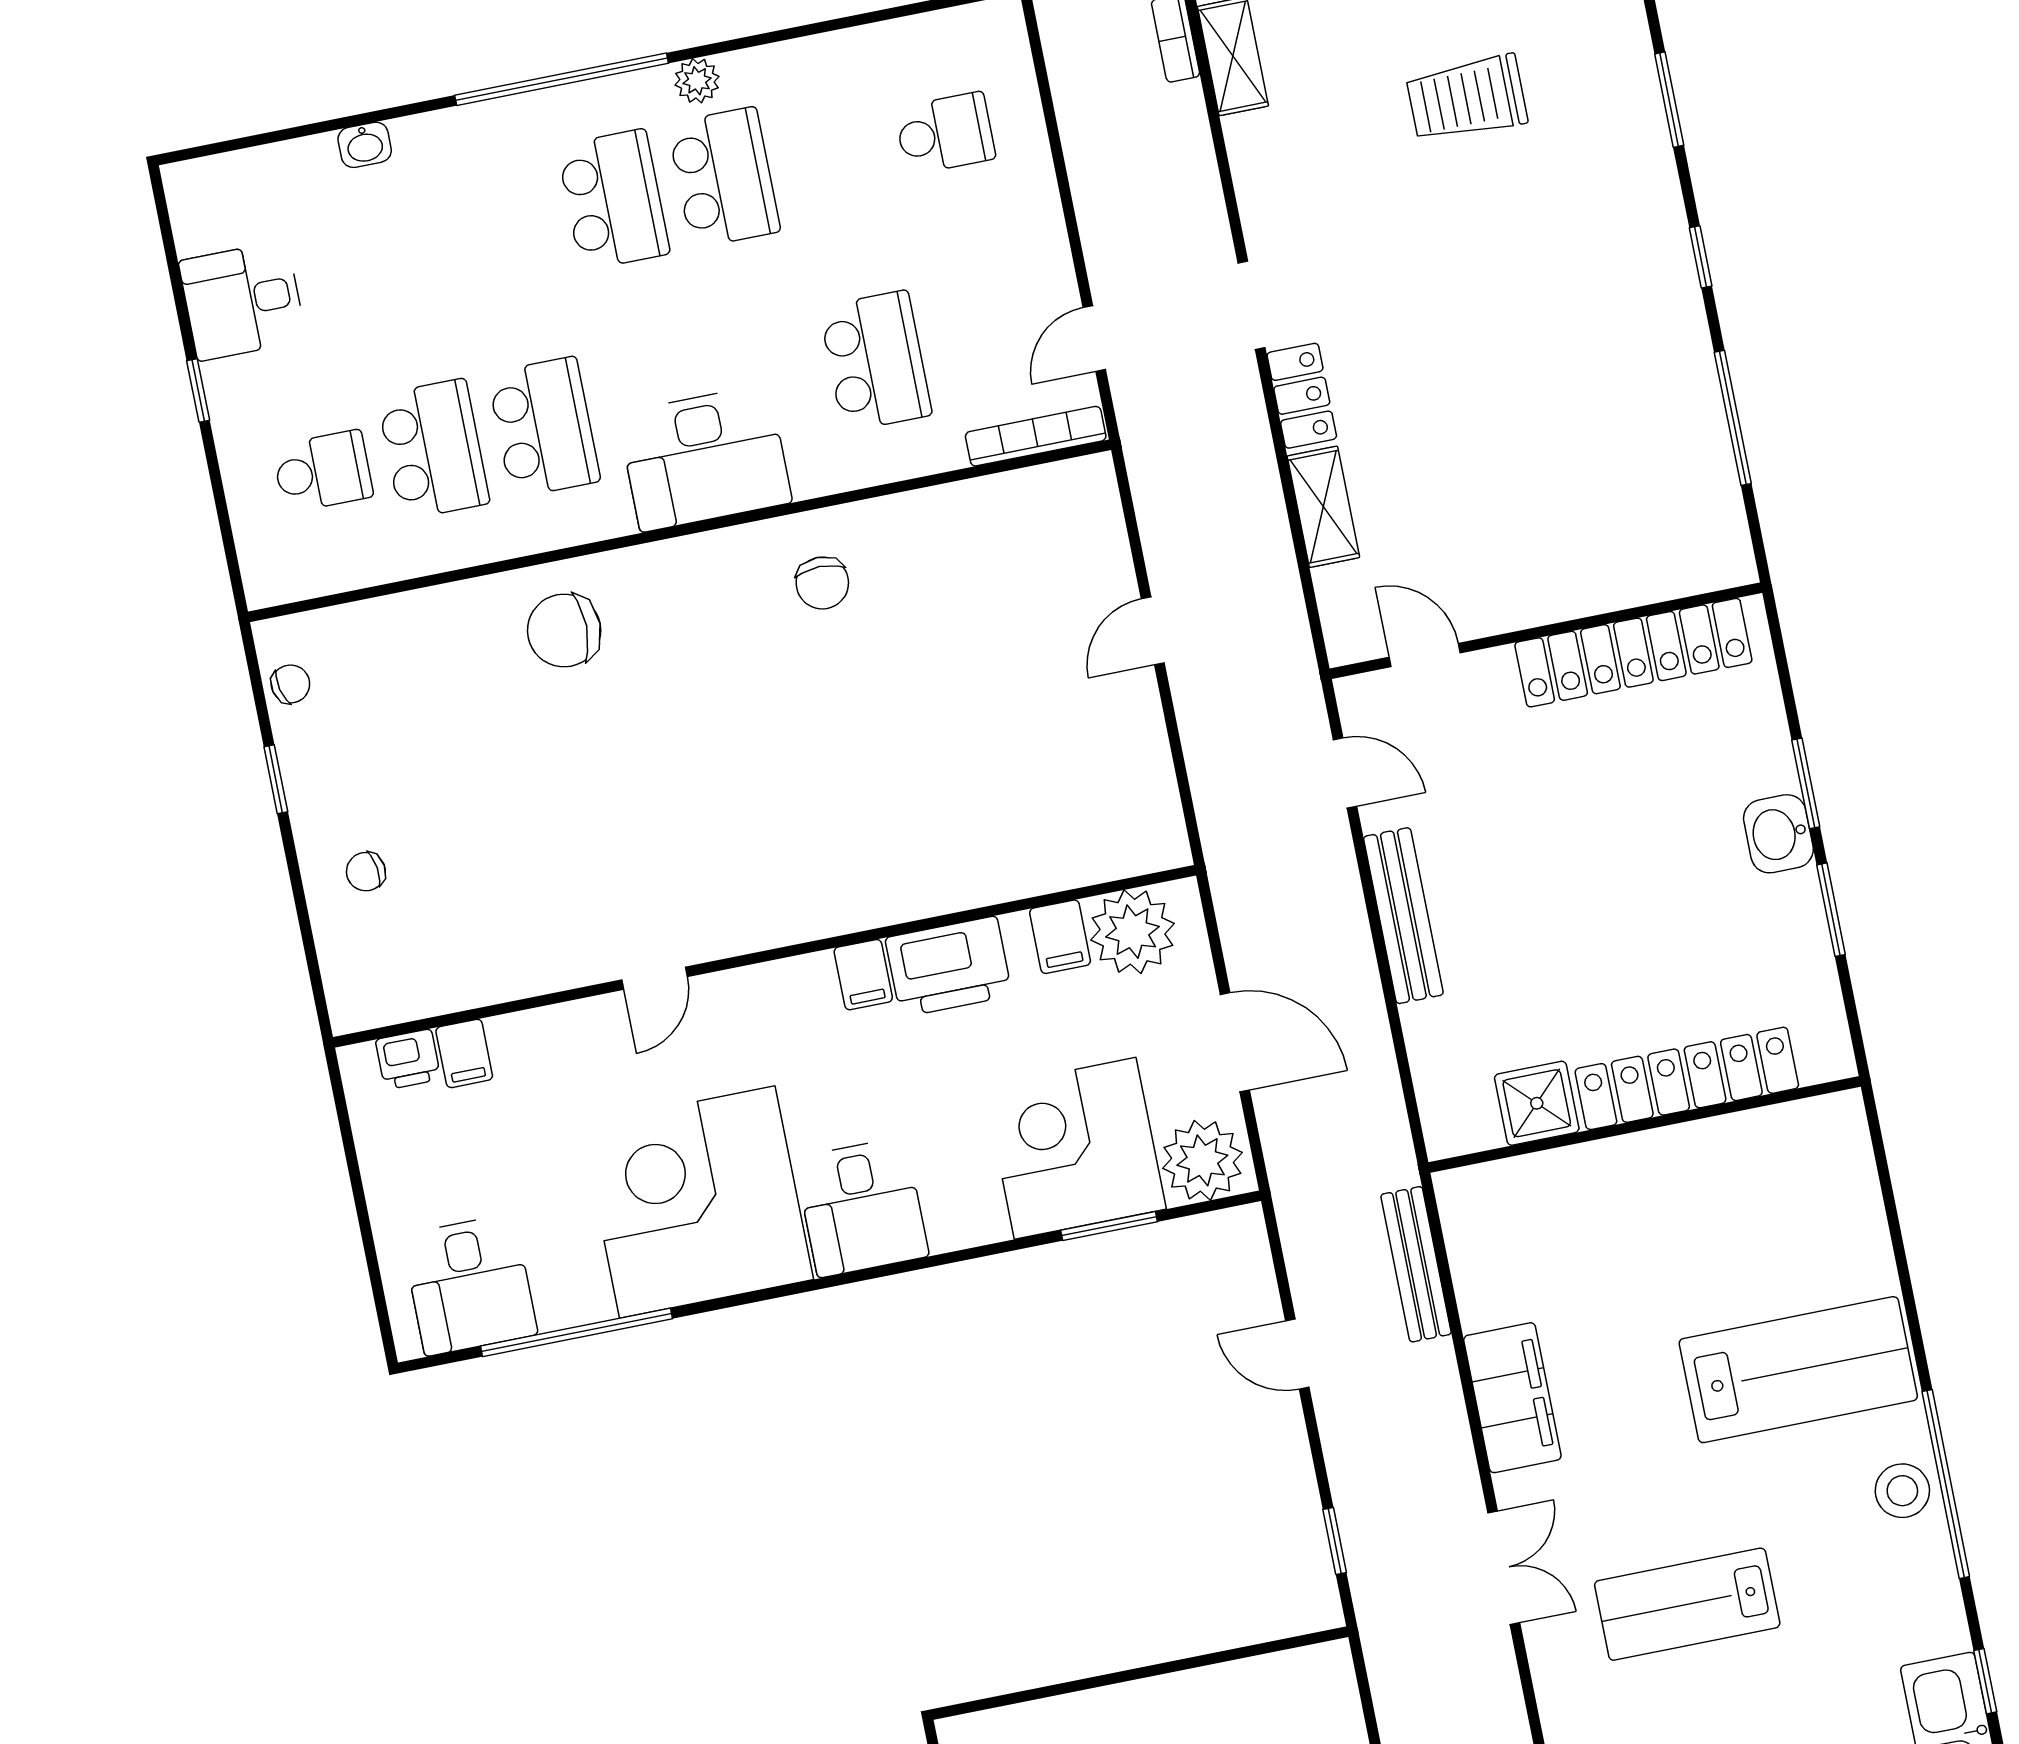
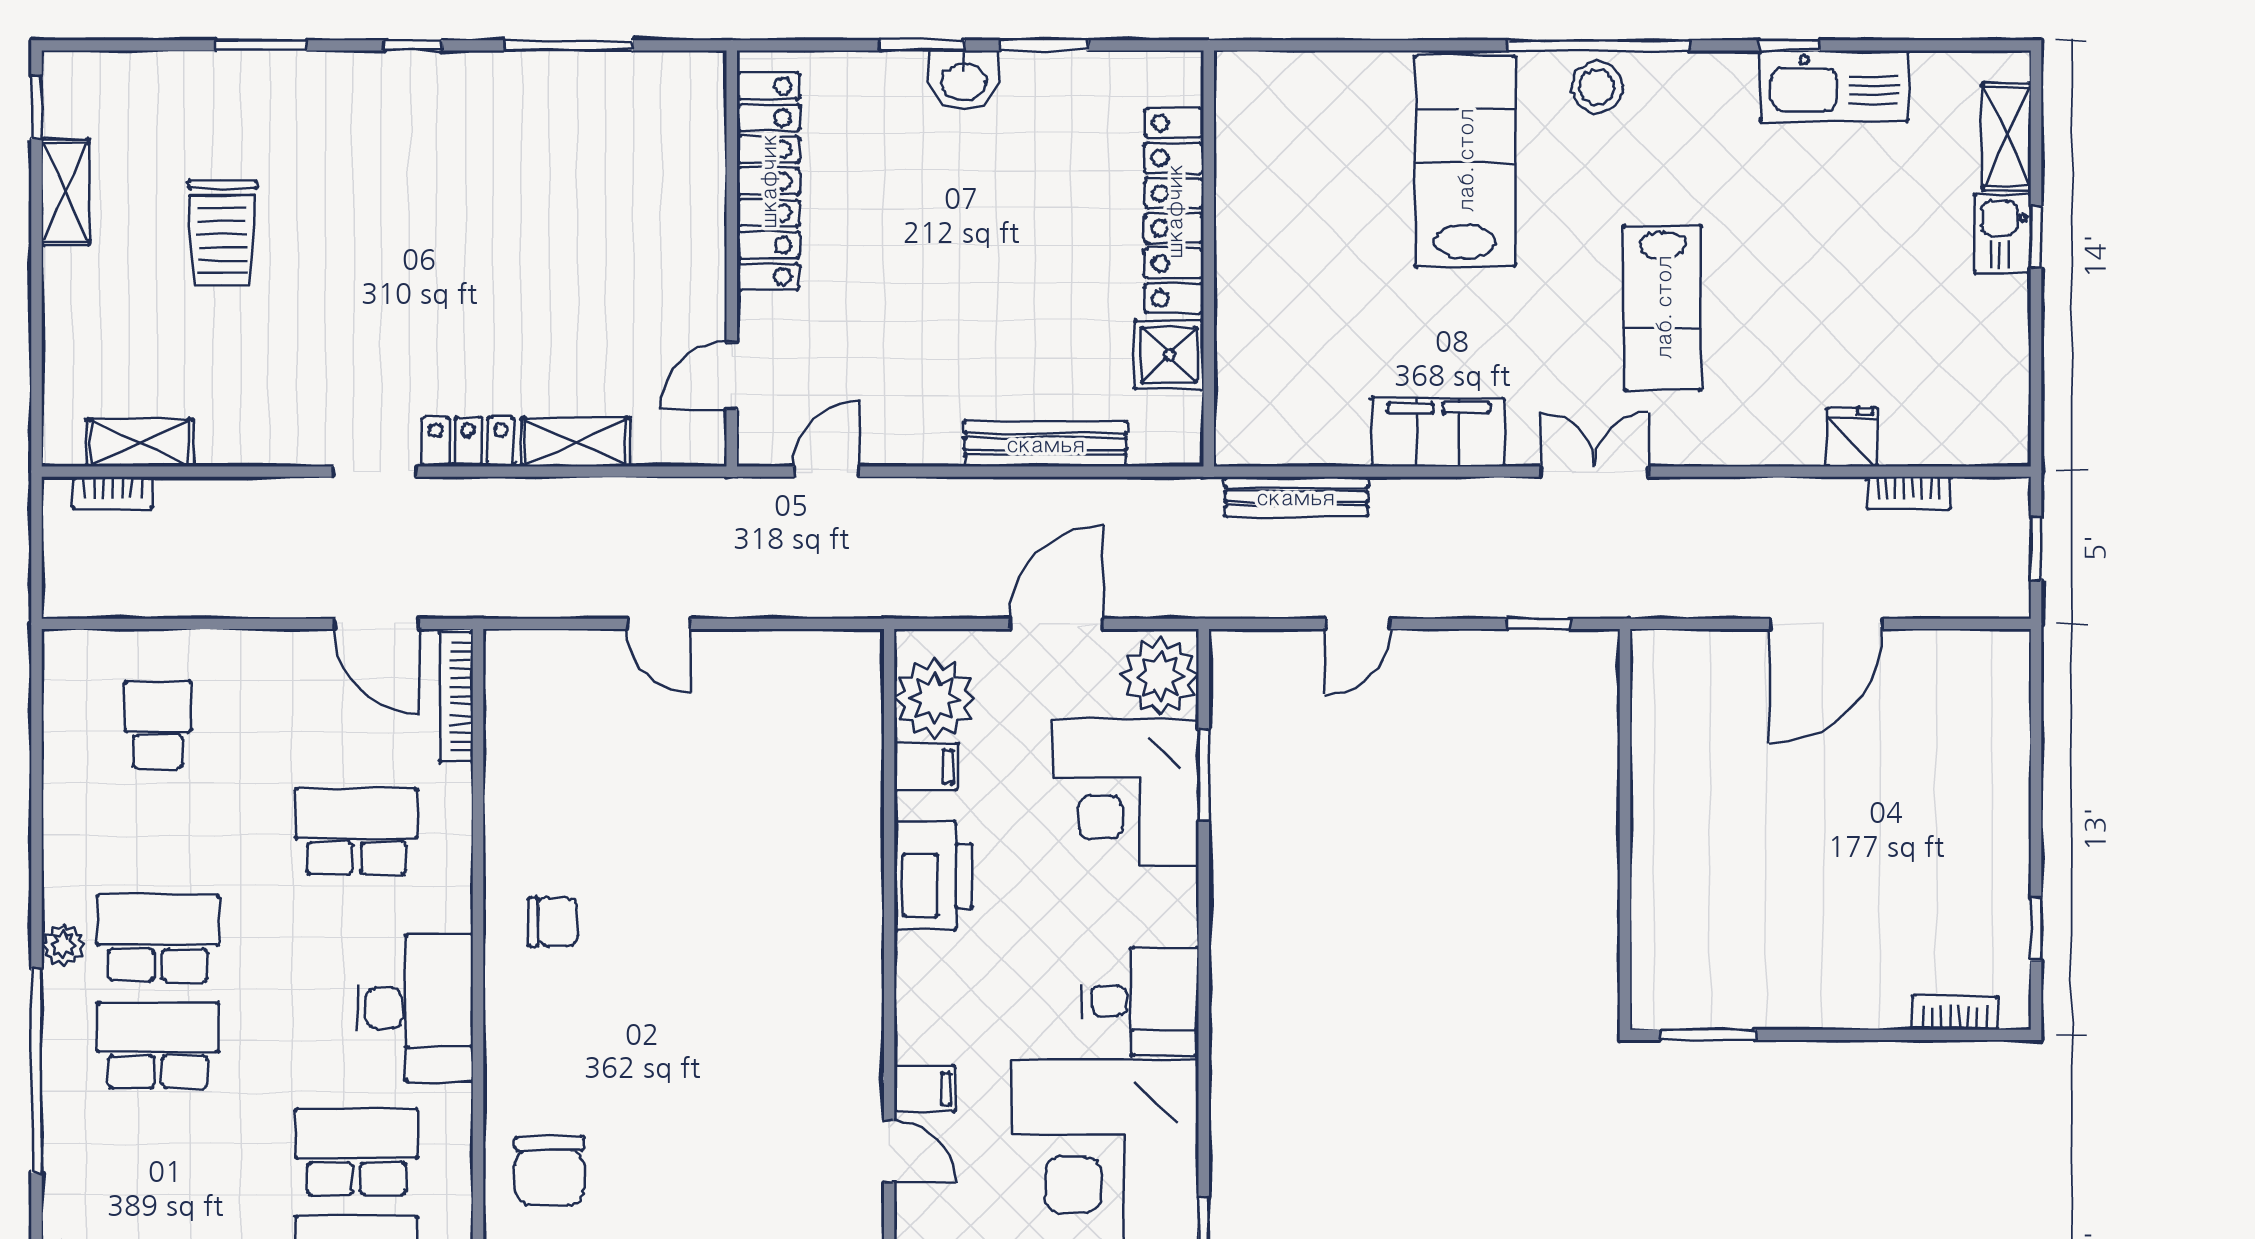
door: (1094, 339) -> (376, 624), width x1.38
bench: (1403, 916) -> (1046, 444), moved
filing cabinet: (863, 975) -> (925, 1089), moved

